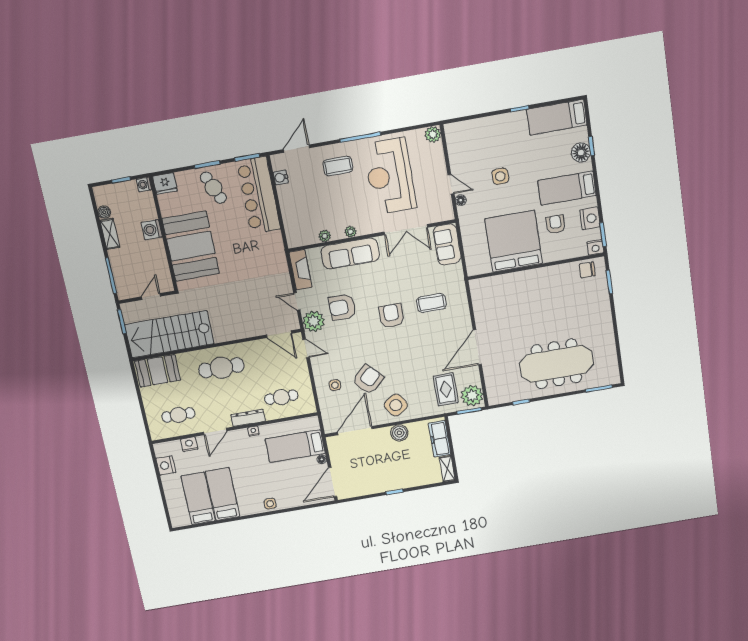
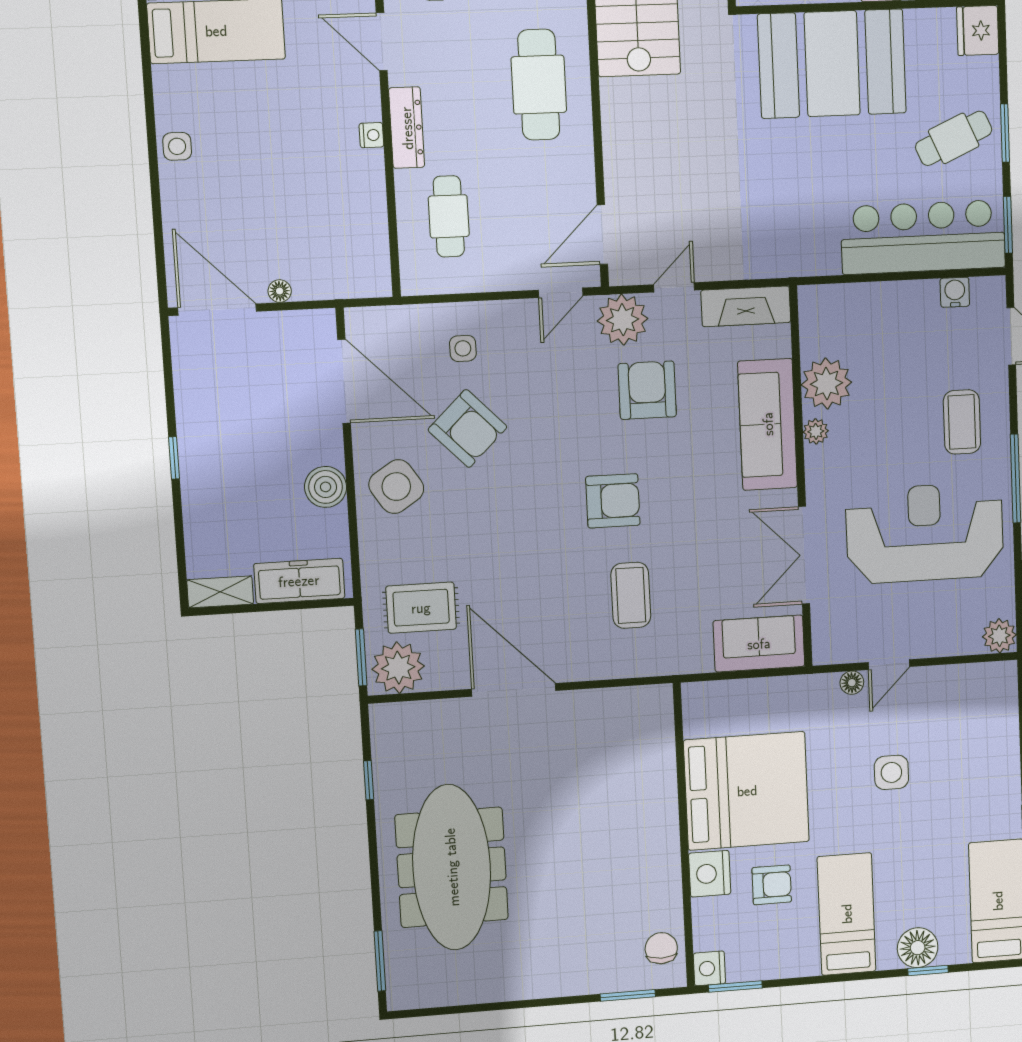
nightstand: (590, 218) -> (710, 874), moved, turned 90
plant: (325, 236) -> (826, 384), width x1.88, depth x1.88
bed: (295, 446) -> (321, 231), removed

